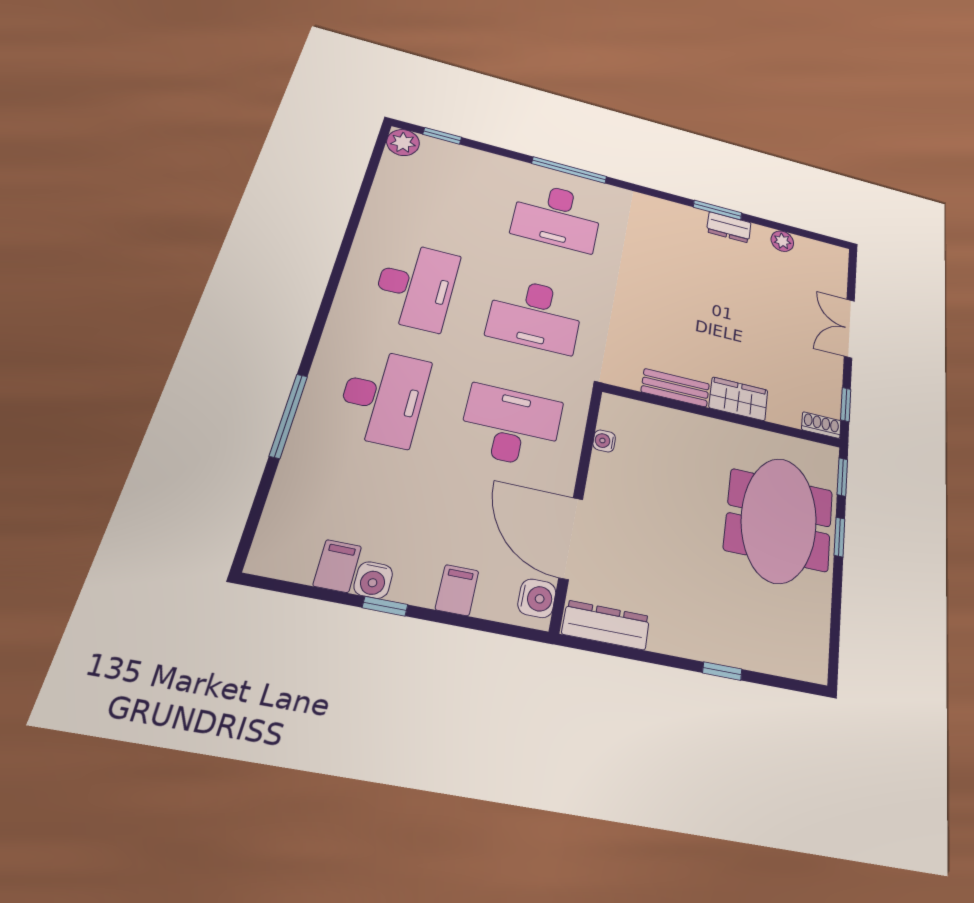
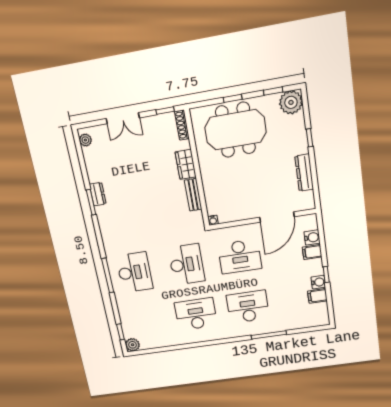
plant: (782, 241) -> (85, 140), moved
shoe rack: (821, 425) -> (182, 125), width x1.43
desk: (511, 426) -> (240, 256), turned -90
water cooler: (604, 441) -> (213, 220), moved
window: (842, 477) -> (273, 91), moved
water cooler: (537, 598) -> (312, 237), moved, turned 90
dresser: (606, 625) -> (304, 173), moved
plant: (805, 654) -> (291, 102), added

